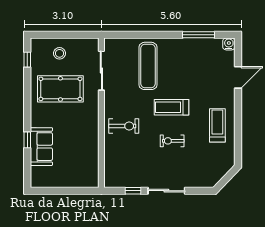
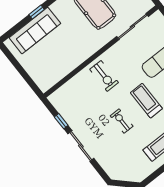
sofa: (41, 147) -> (35, 31), width x1.36

